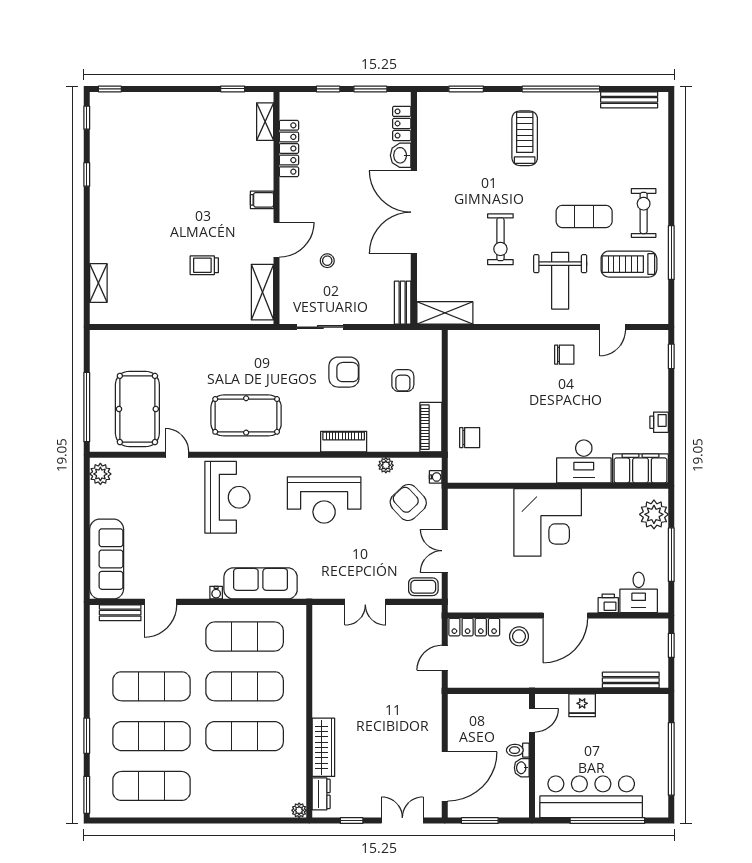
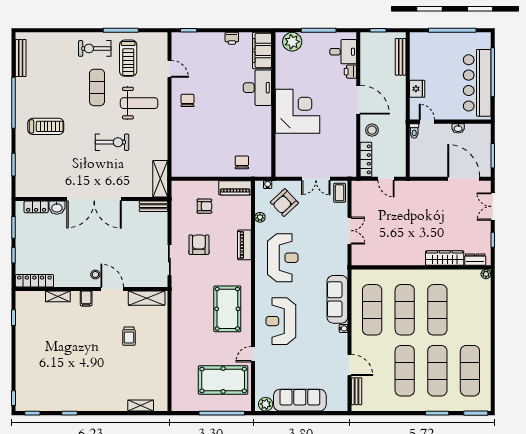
shelving: (265, 122) -> (58, 296), moved
treadmill: (525, 138) -> (46, 126), turned 180
locker: (289, 148) -> (34, 281), moved
stool: (327, 261) -> (95, 275), moved
reception desk: (227, 497) -> (281, 321), turned -90
sofa: (107, 559) -> (300, 400), moved
toilet: (518, 750) -> (414, 131), moved

